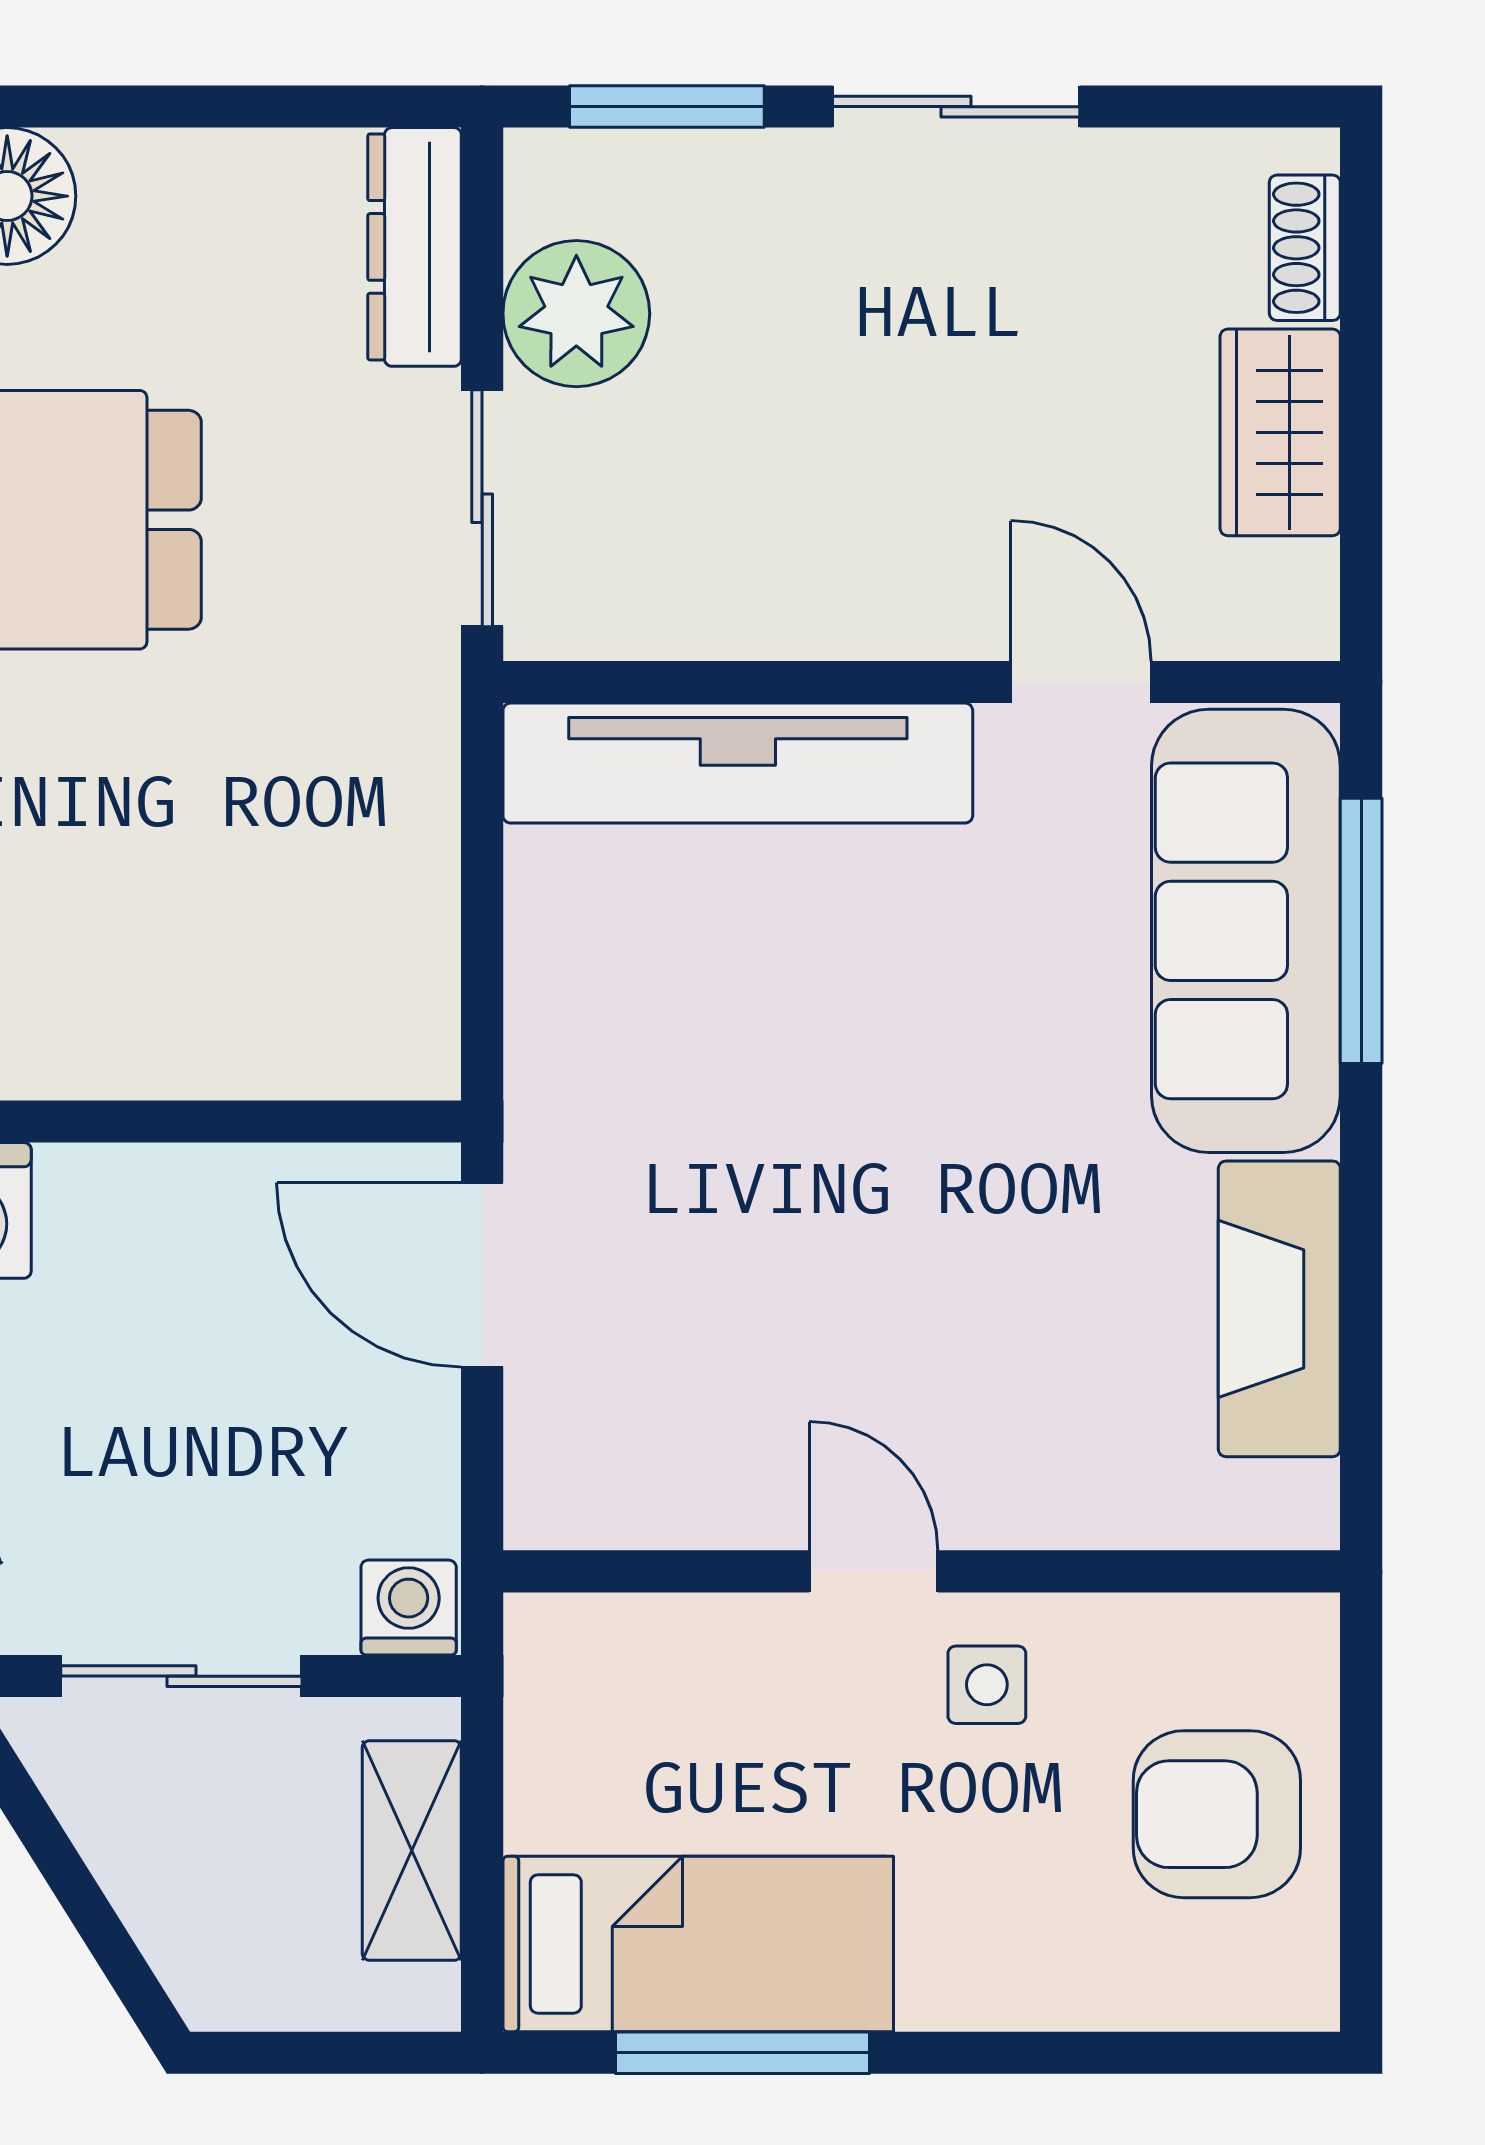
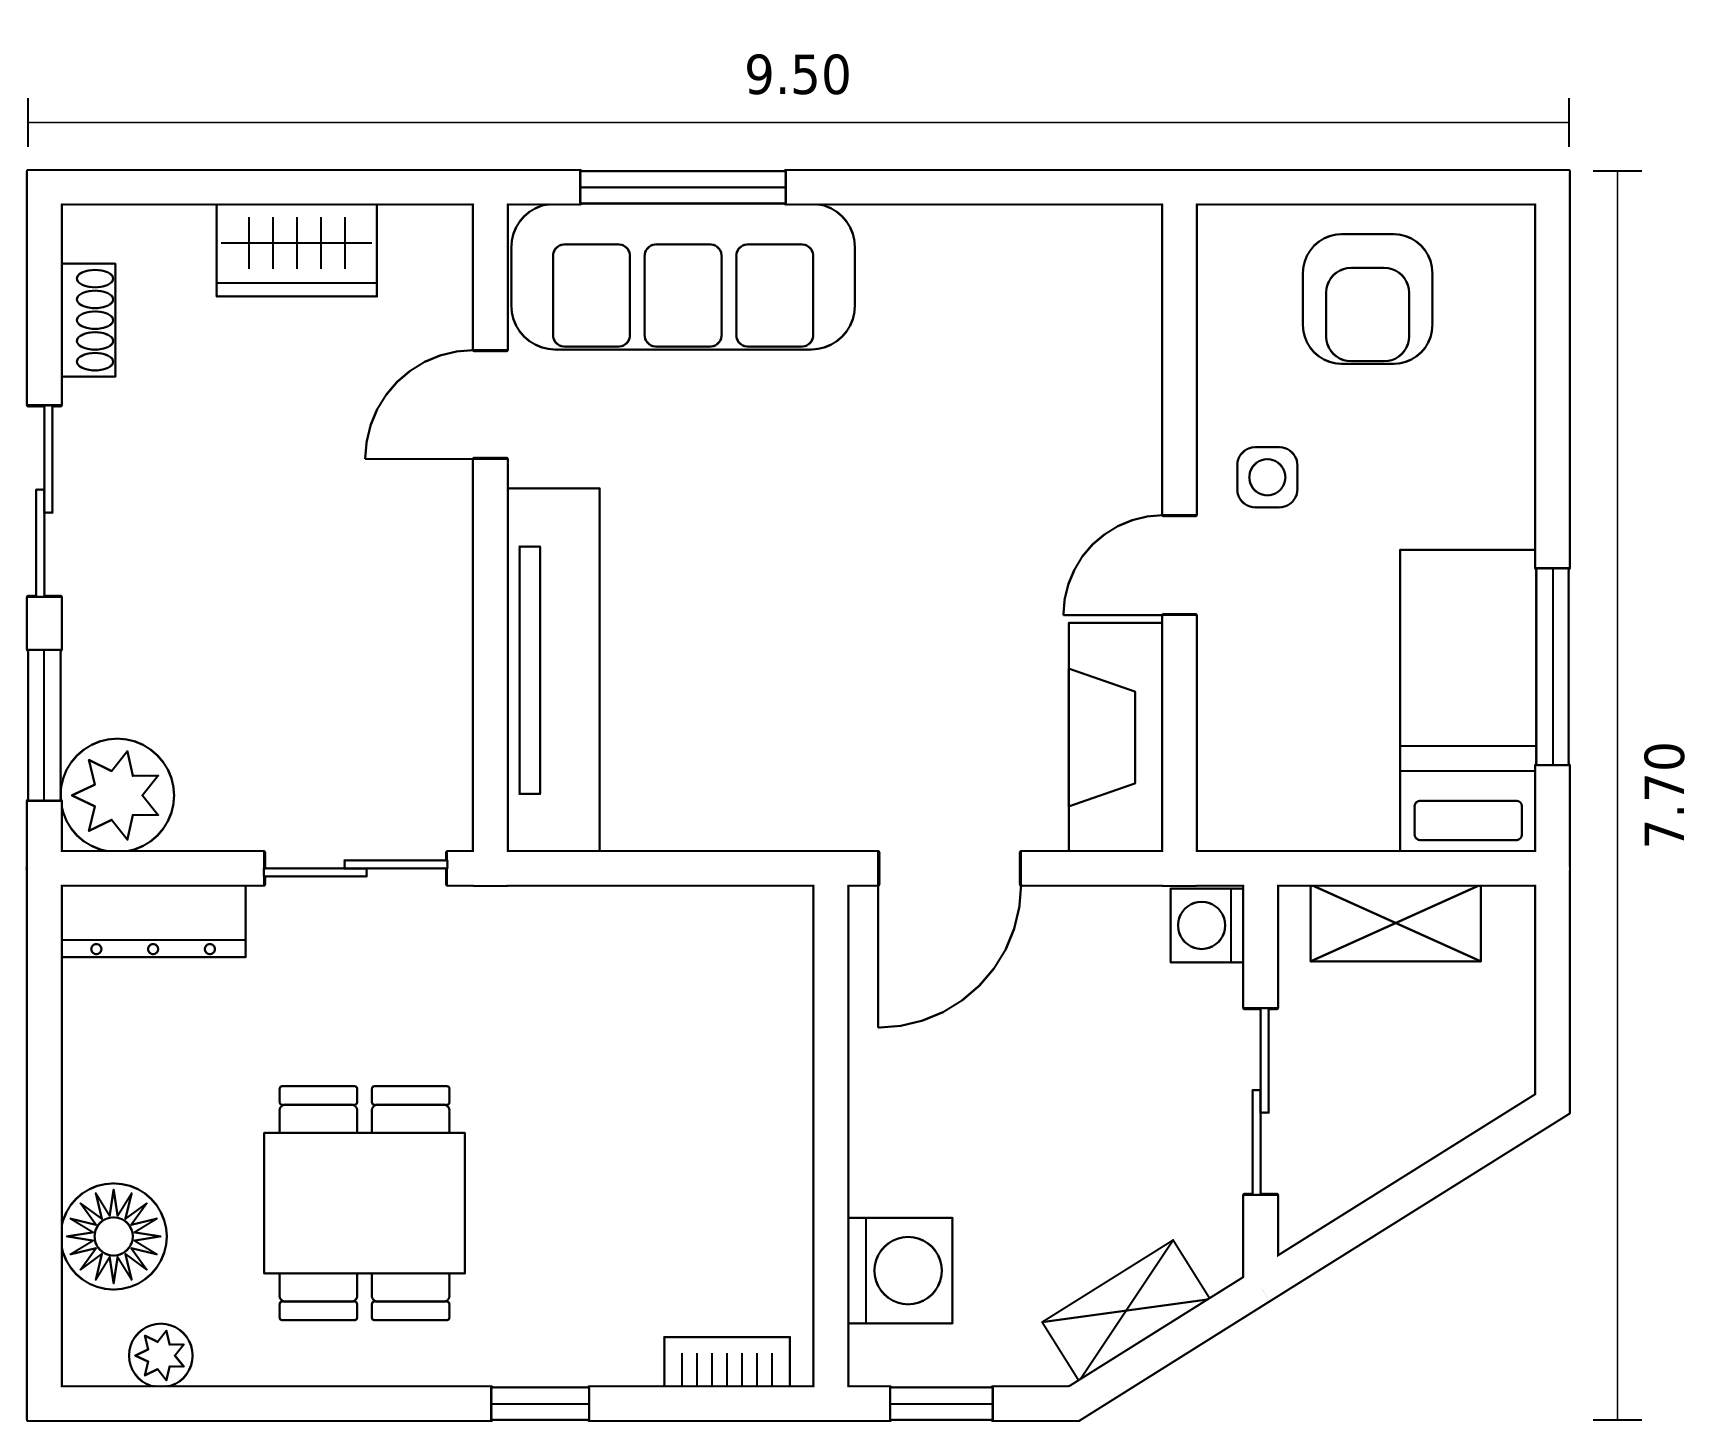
shoe rack: (1305, 248) -> (88, 320), moved, turned -90
plant: (576, 314) -> (117, 795), moved
fireplace: (1279, 1309) -> (1116, 738), moved, turned 90

